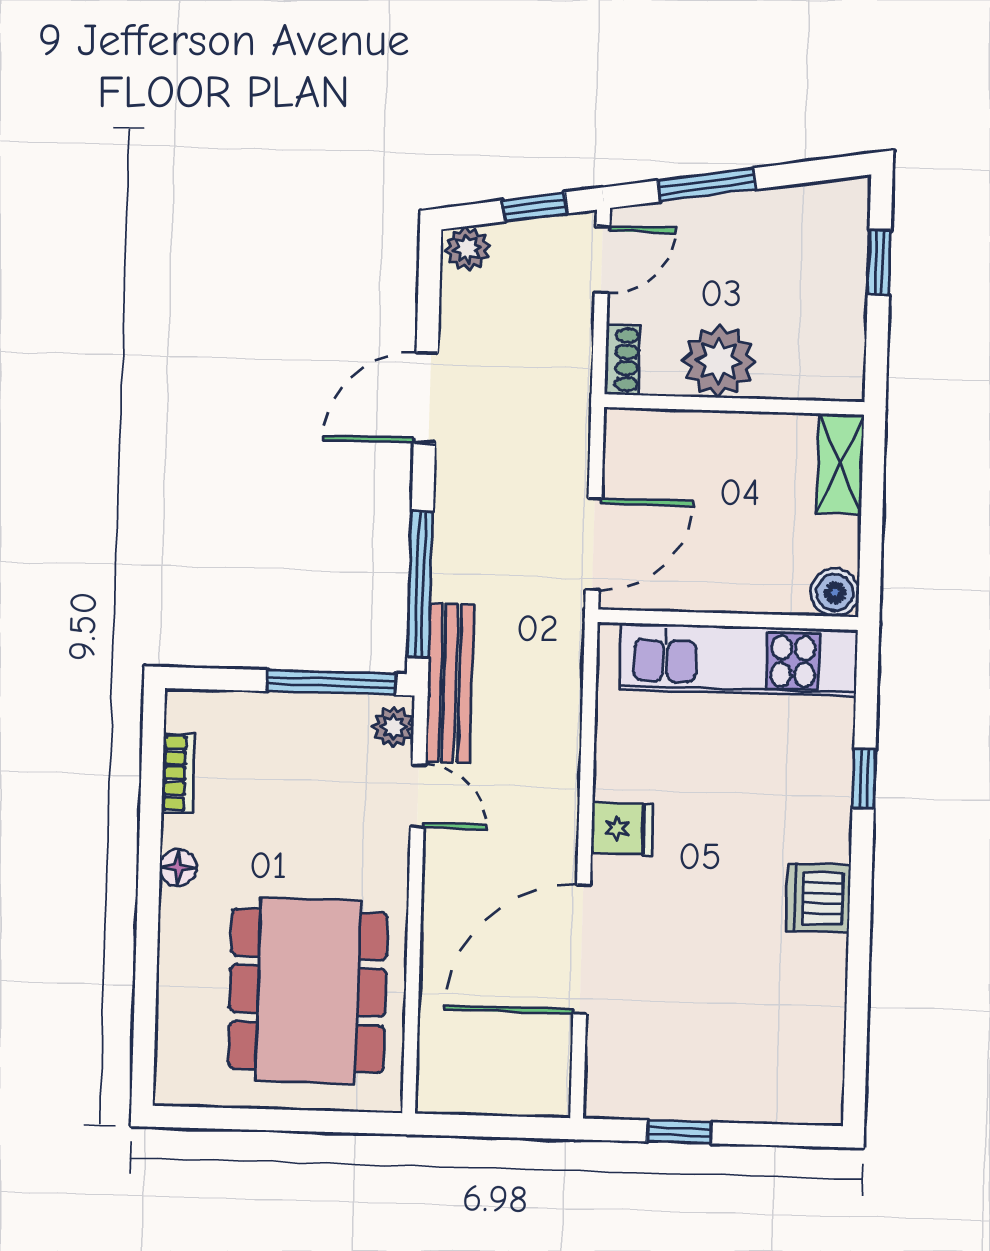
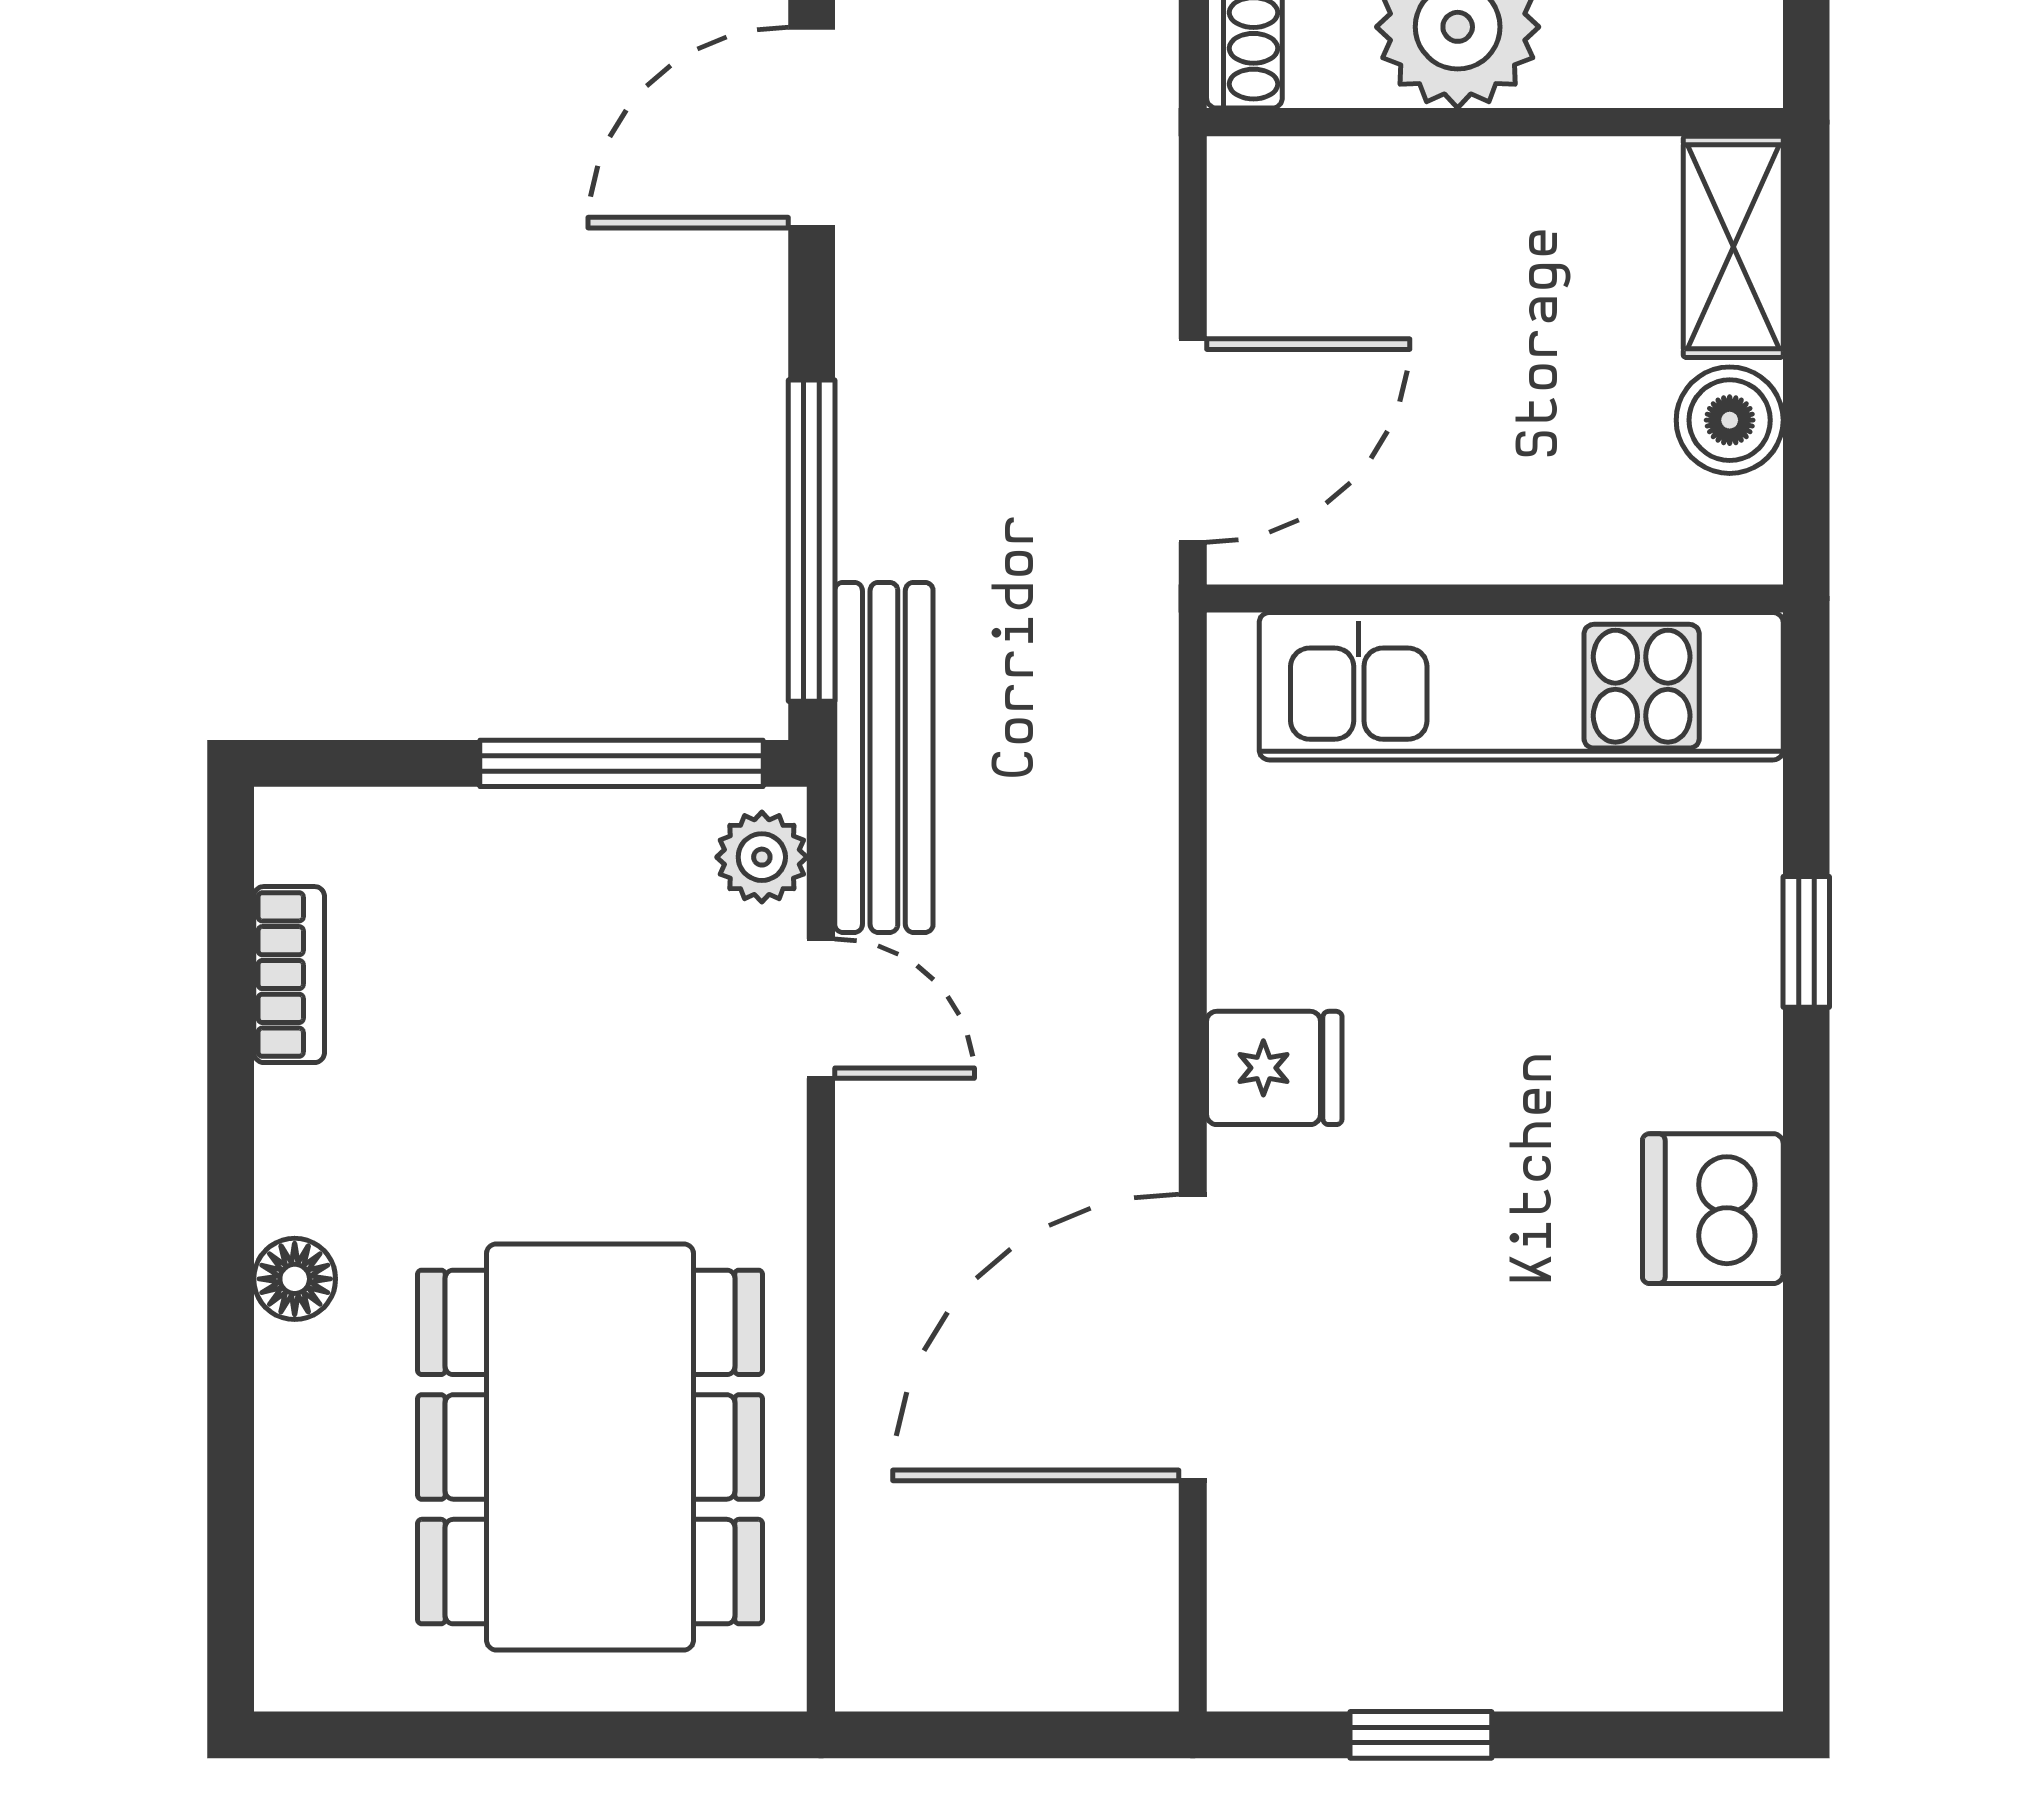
boiler: (835, 592) -> (1730, 420), moved
floor lamp: (178, 868) -> (295, 1279), moved

